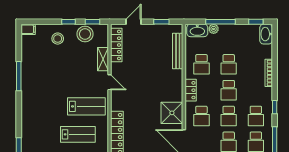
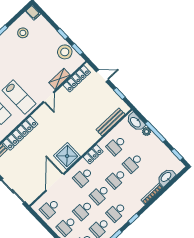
washbasin: (266, 34) -> (166, 177), moved
stool: (58, 39) -> (23, 33), moved

